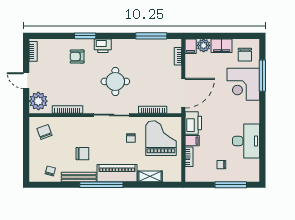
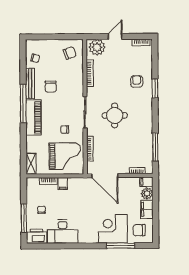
printer: (103, 46) -> (146, 104), removed
printer: (193, 123) -> (37, 236), moved, turned 180
shelving: (150, 176) -> (31, 164), moved

